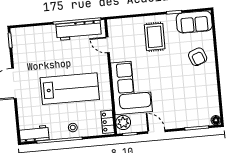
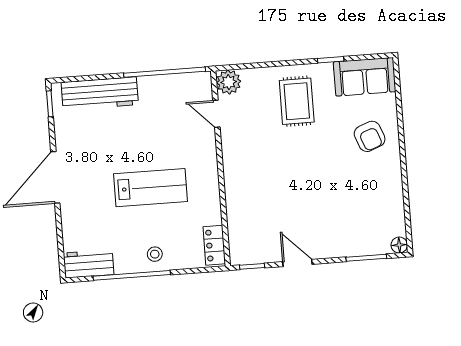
workbench: (79, 30) -> (100, 93), moved
corner sofa: (131, 87) -> (256, 187), removed
lab bench: (70, 89) -> (151, 188), width x0.73, depth x0.72
plant: (123, 122) -> (229, 82), moved

